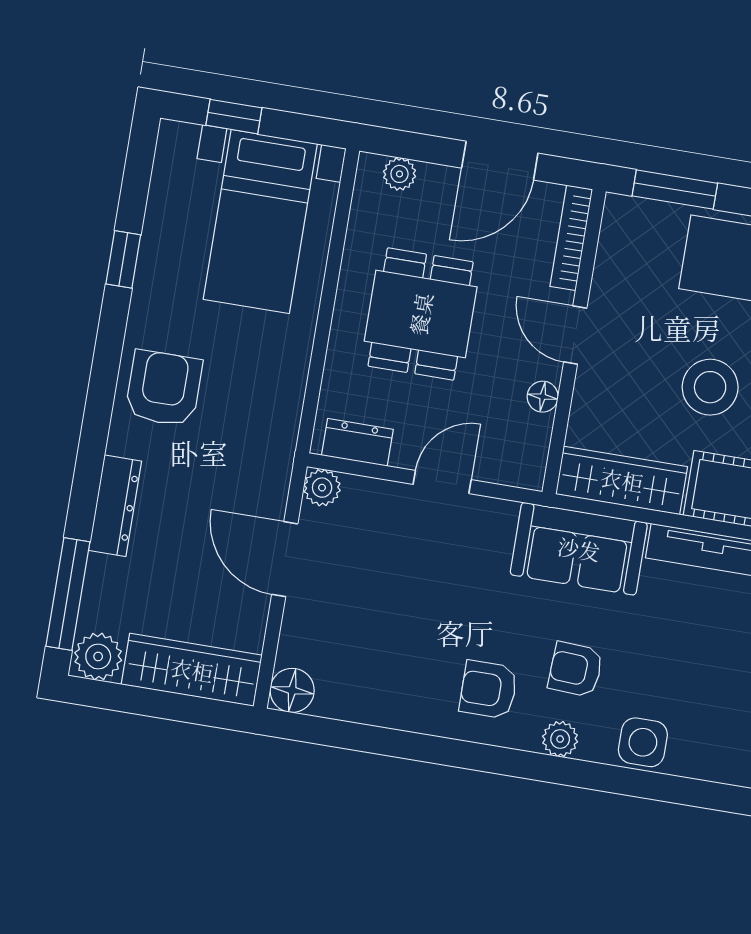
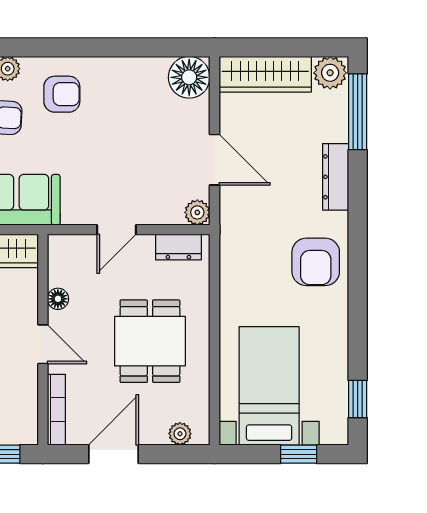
window: (123, 259) -> (358, 399), moved
floor lamp: (292, 690) -> (189, 77), width x1.38, depth x1.38

